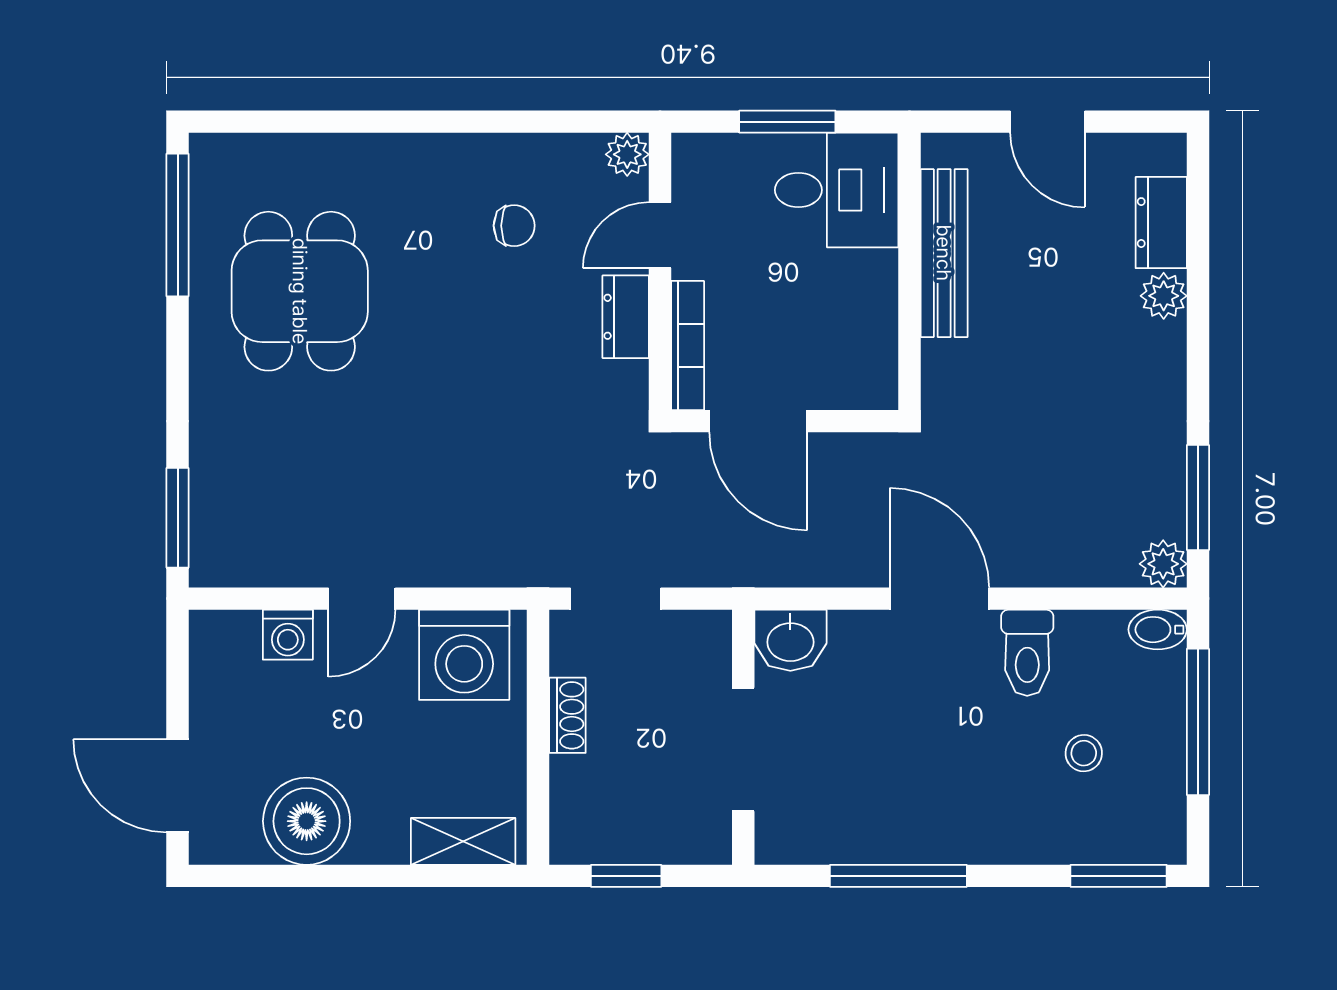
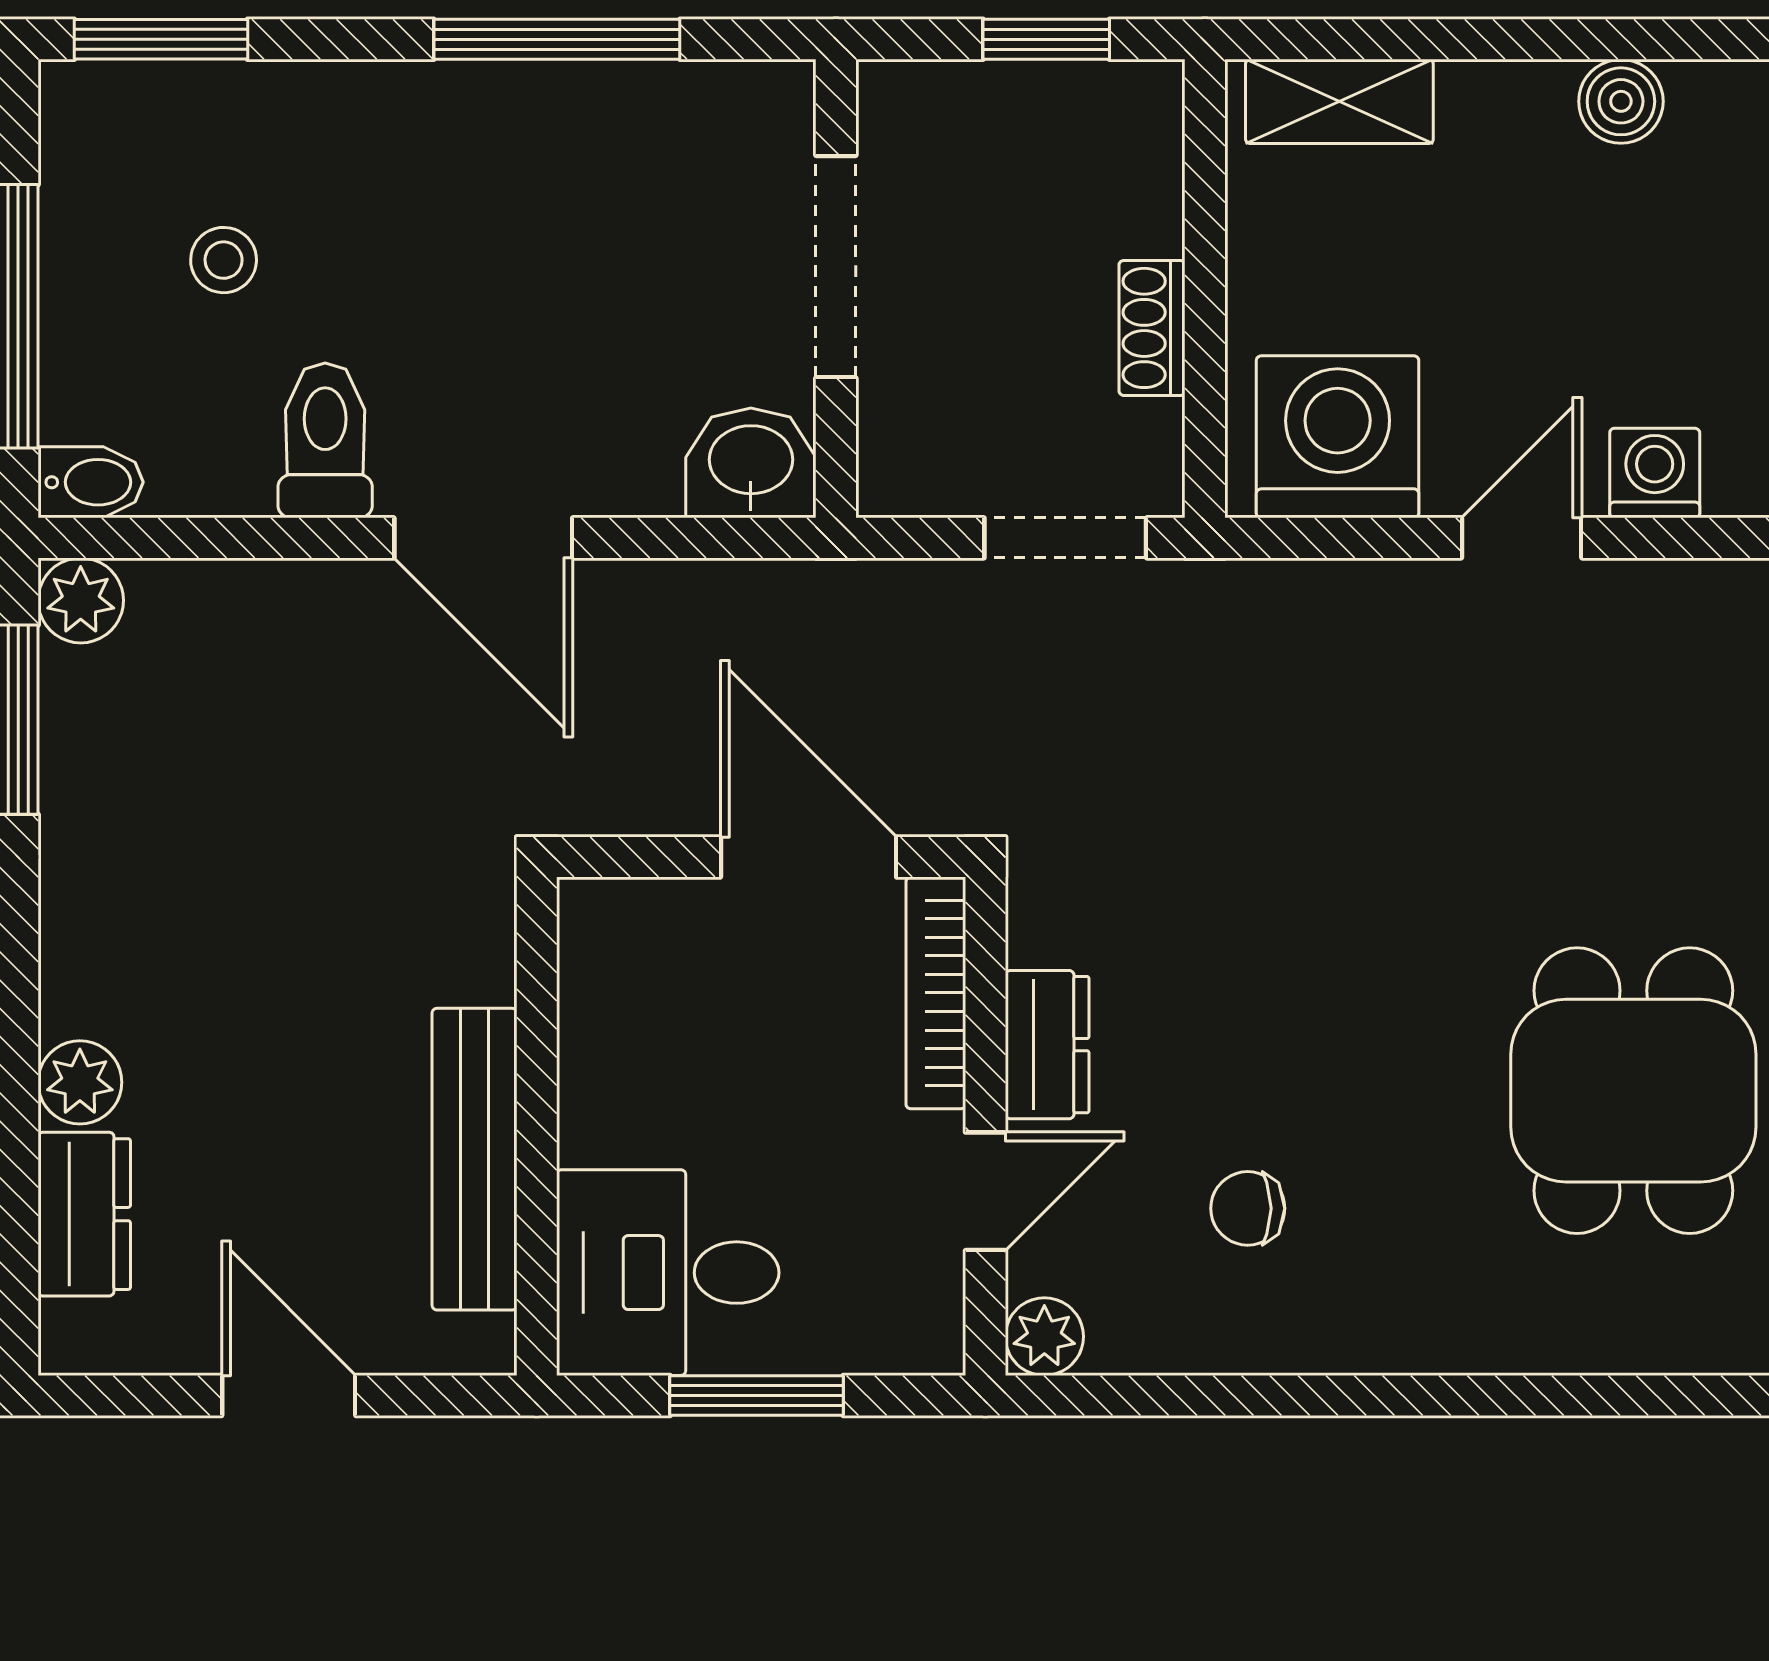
boiler: (307, 821) -> (1621, 101), width x0.54, depth x0.54

